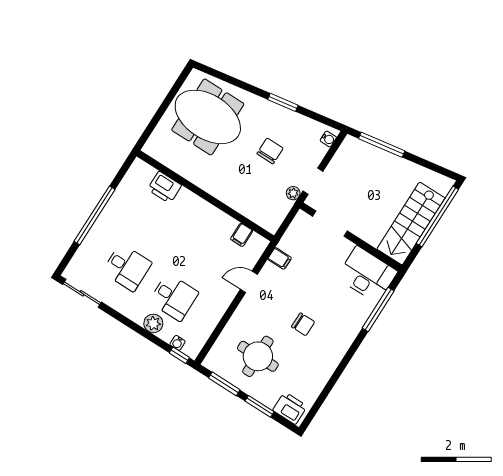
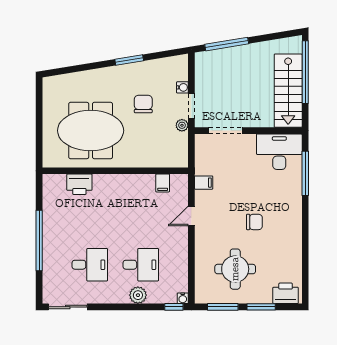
meeting table: (208, 117) -> (91, 131), moved
water cooler: (328, 139) -> (182, 87), moved
water cooler: (178, 343) -> (183, 298), moved

